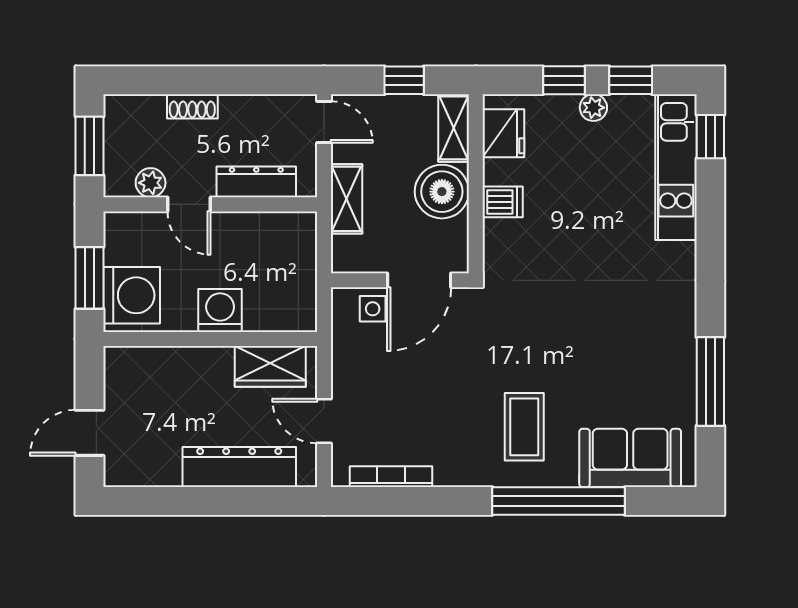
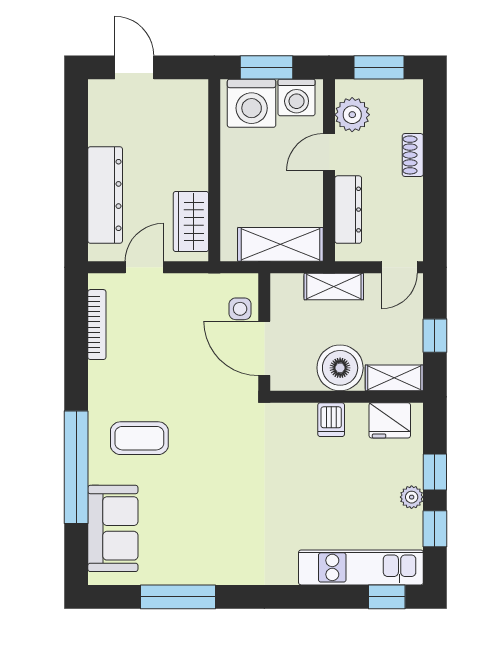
plant: (151, 183) -> (352, 115), width x1.38, depth x1.38
shelving: (297, 261) -> (280, 244), added
washing machine: (220, 310) -> (297, 98), moved, turned 90

